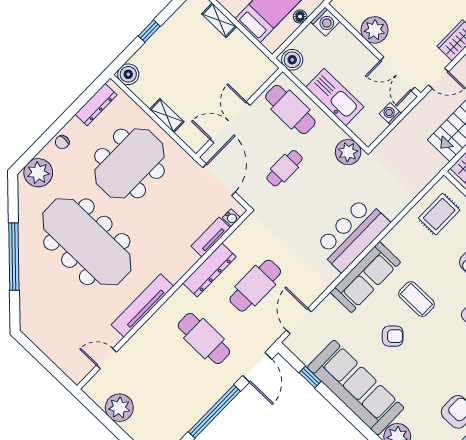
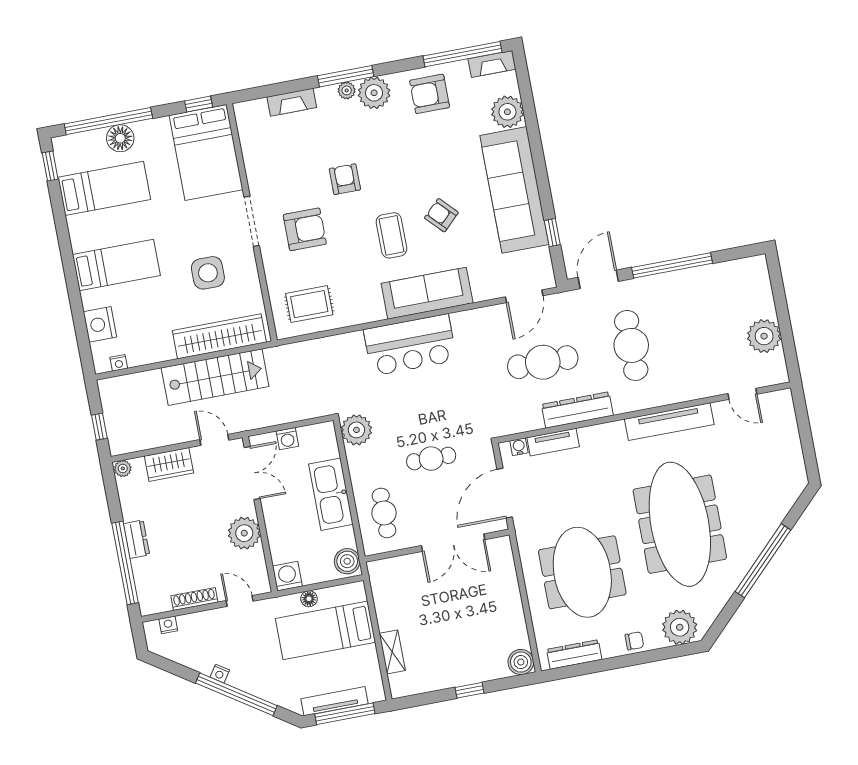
cafe table: (290, 110) -> (384, 513), width x0.73, depth x0.74
shelving: (167, 116) -> (511, 594), removed
meeting table: (129, 163) -> (582, 572), turned 90

